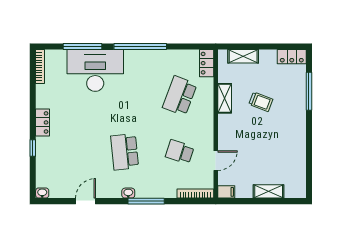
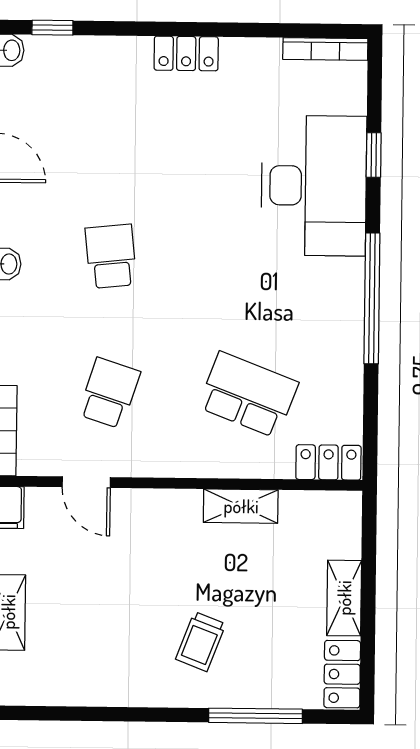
window: (83, 46) -> (374, 155), width x0.46
shelving: (243, 56) -> (344, 598), moved
trolley: (261, 102) -> (201, 642), moved
window: (33, 148) -> (52, 28), moved
school desk: (125, 152) -> (111, 256), width x0.54

